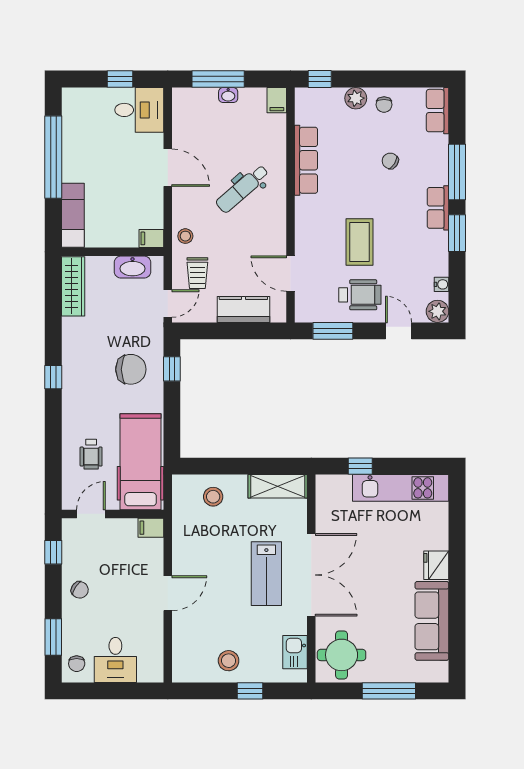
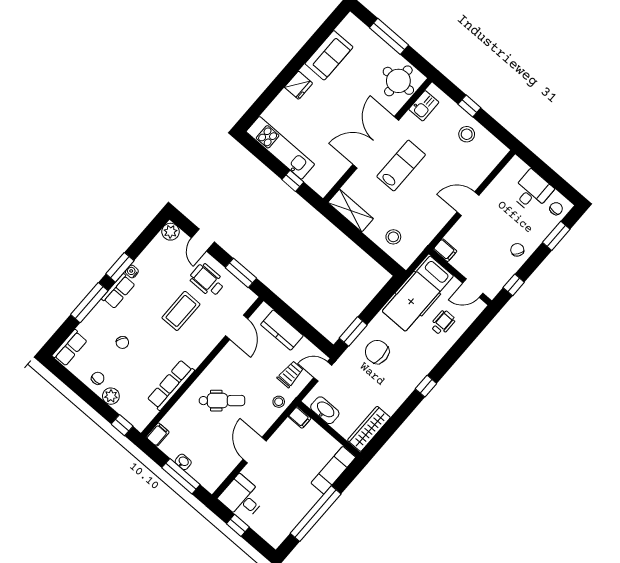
water cooler: (442, 284) -> (132, 272), moved
window: (172, 369) -> (353, 332), width x1.50
sofa: (432, 621) -> (329, 55), width x0.73

